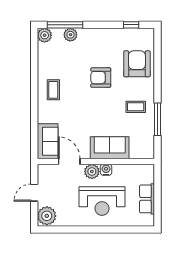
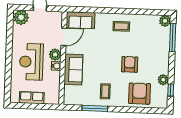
plant: (70, 35) -> (163, 80), moved
armchair: (137, 64) -> (140, 94), turned -90

